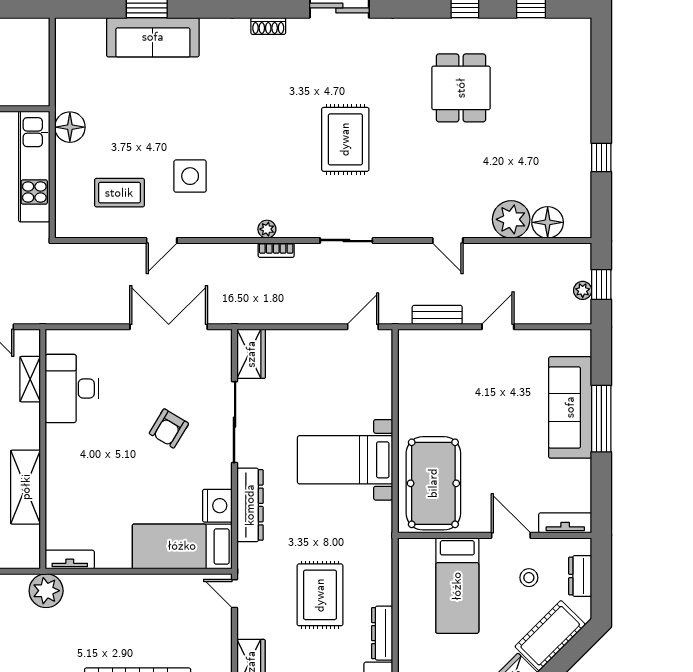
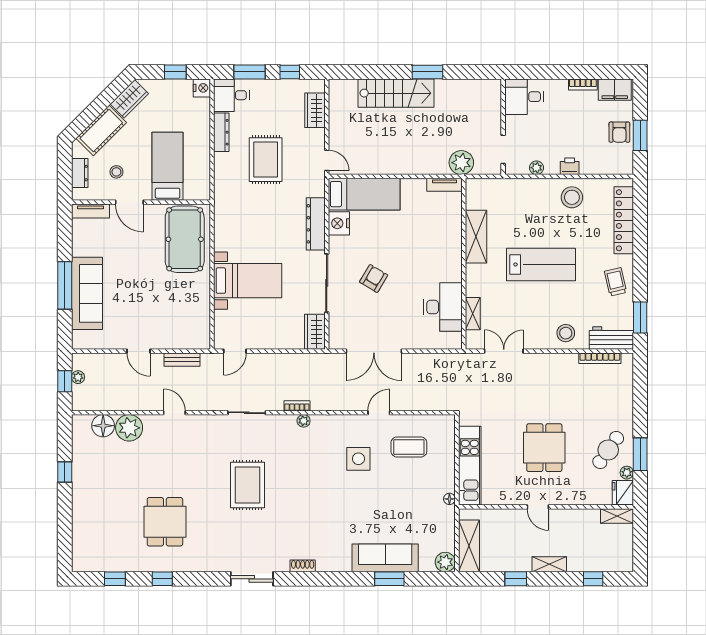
plant: (69, 31) -> (445, 562), added
shelving: (35, 54) -> (469, 546), added
floor lamp: (70, 127) -> (449, 499), width x0.53, depth x0.53
door: (498, 327) -> (139, 351), hinge flipped
bed with nightstands: (345, 460) -> (248, 281), moved

